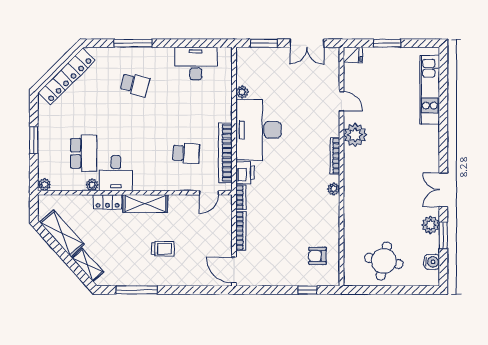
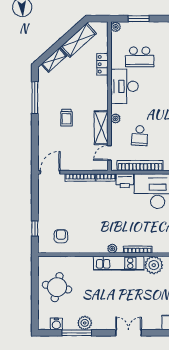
window: (34, 140) -> (139, 19), moved
desk: (116, 173) -> (124, 86), width x1.37
kitchen unit: (353, 181) -> (119, 263), added
plant: (92, 185) -> (116, 119), moved
double door: (443, 190) -> (129, 333), moved
door: (209, 193) -> (109, 153), hinge flipped
locker: (108, 202) -> (102, 64), moved
shelving: (145, 203) -> (101, 128), moved
window: (443, 235) -> (77, 333), width x1.44

